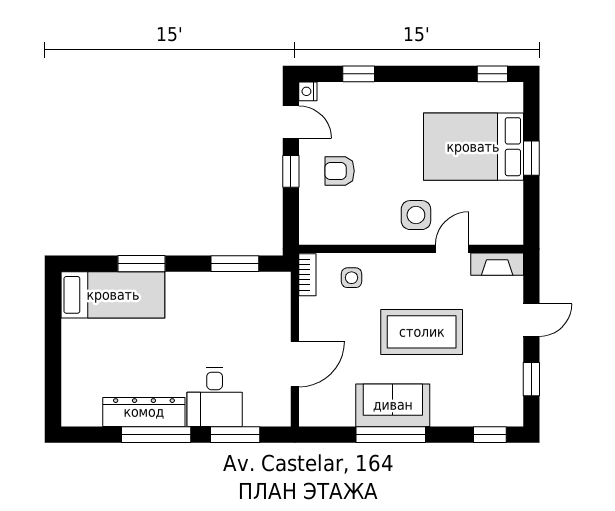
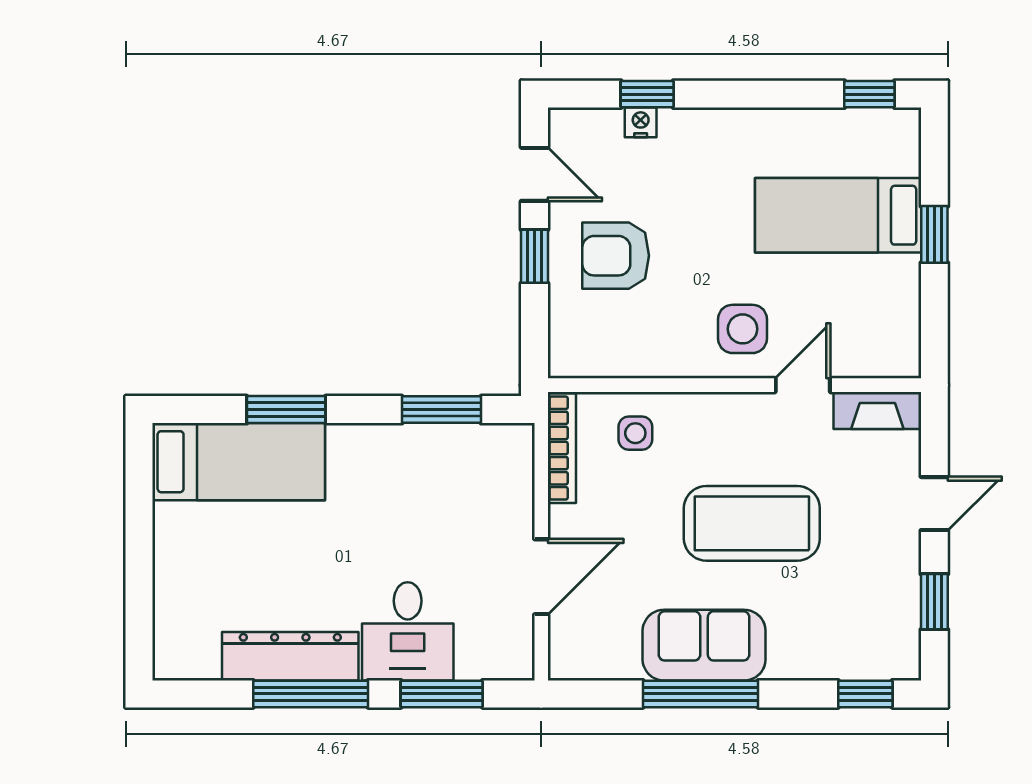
nightstand: (308, 91) -> (641, 122), moved, turned 90
bed: (473, 147) -> (838, 215), width x0.67
armchair: (340, 171) -> (616, 256), width x1.38, depth x1.38
bookcase: (307, 275) -> (562, 448), width x1.56

